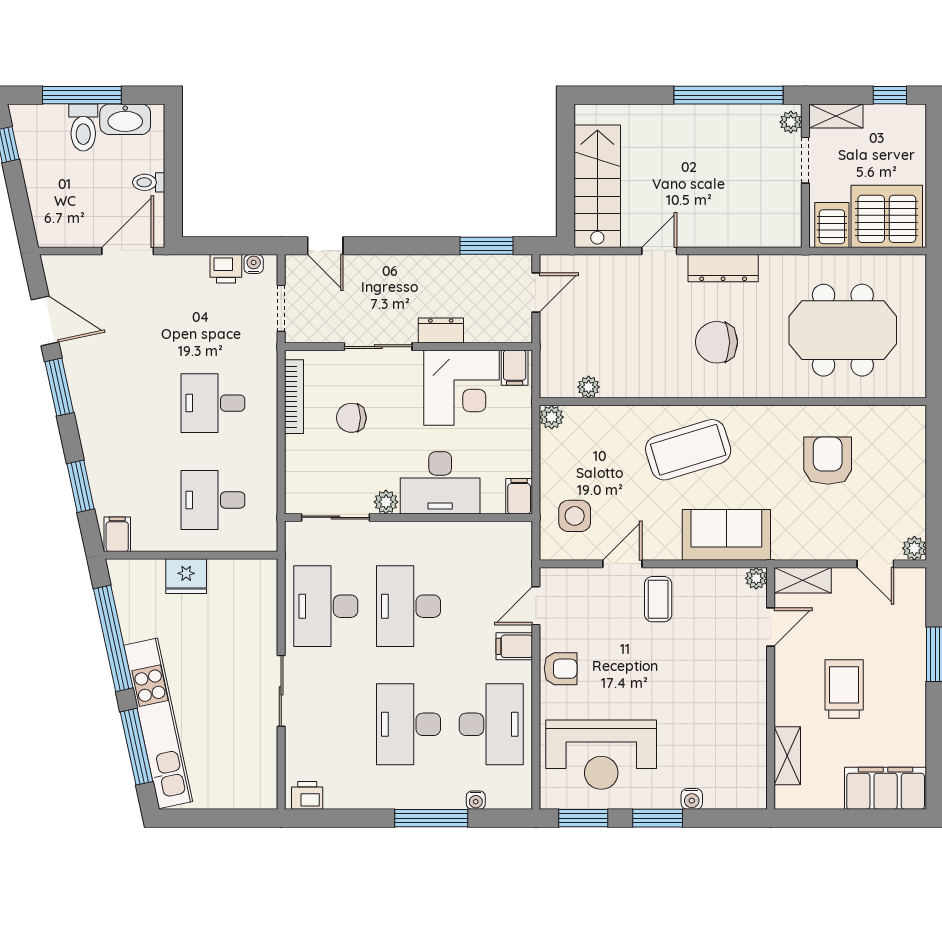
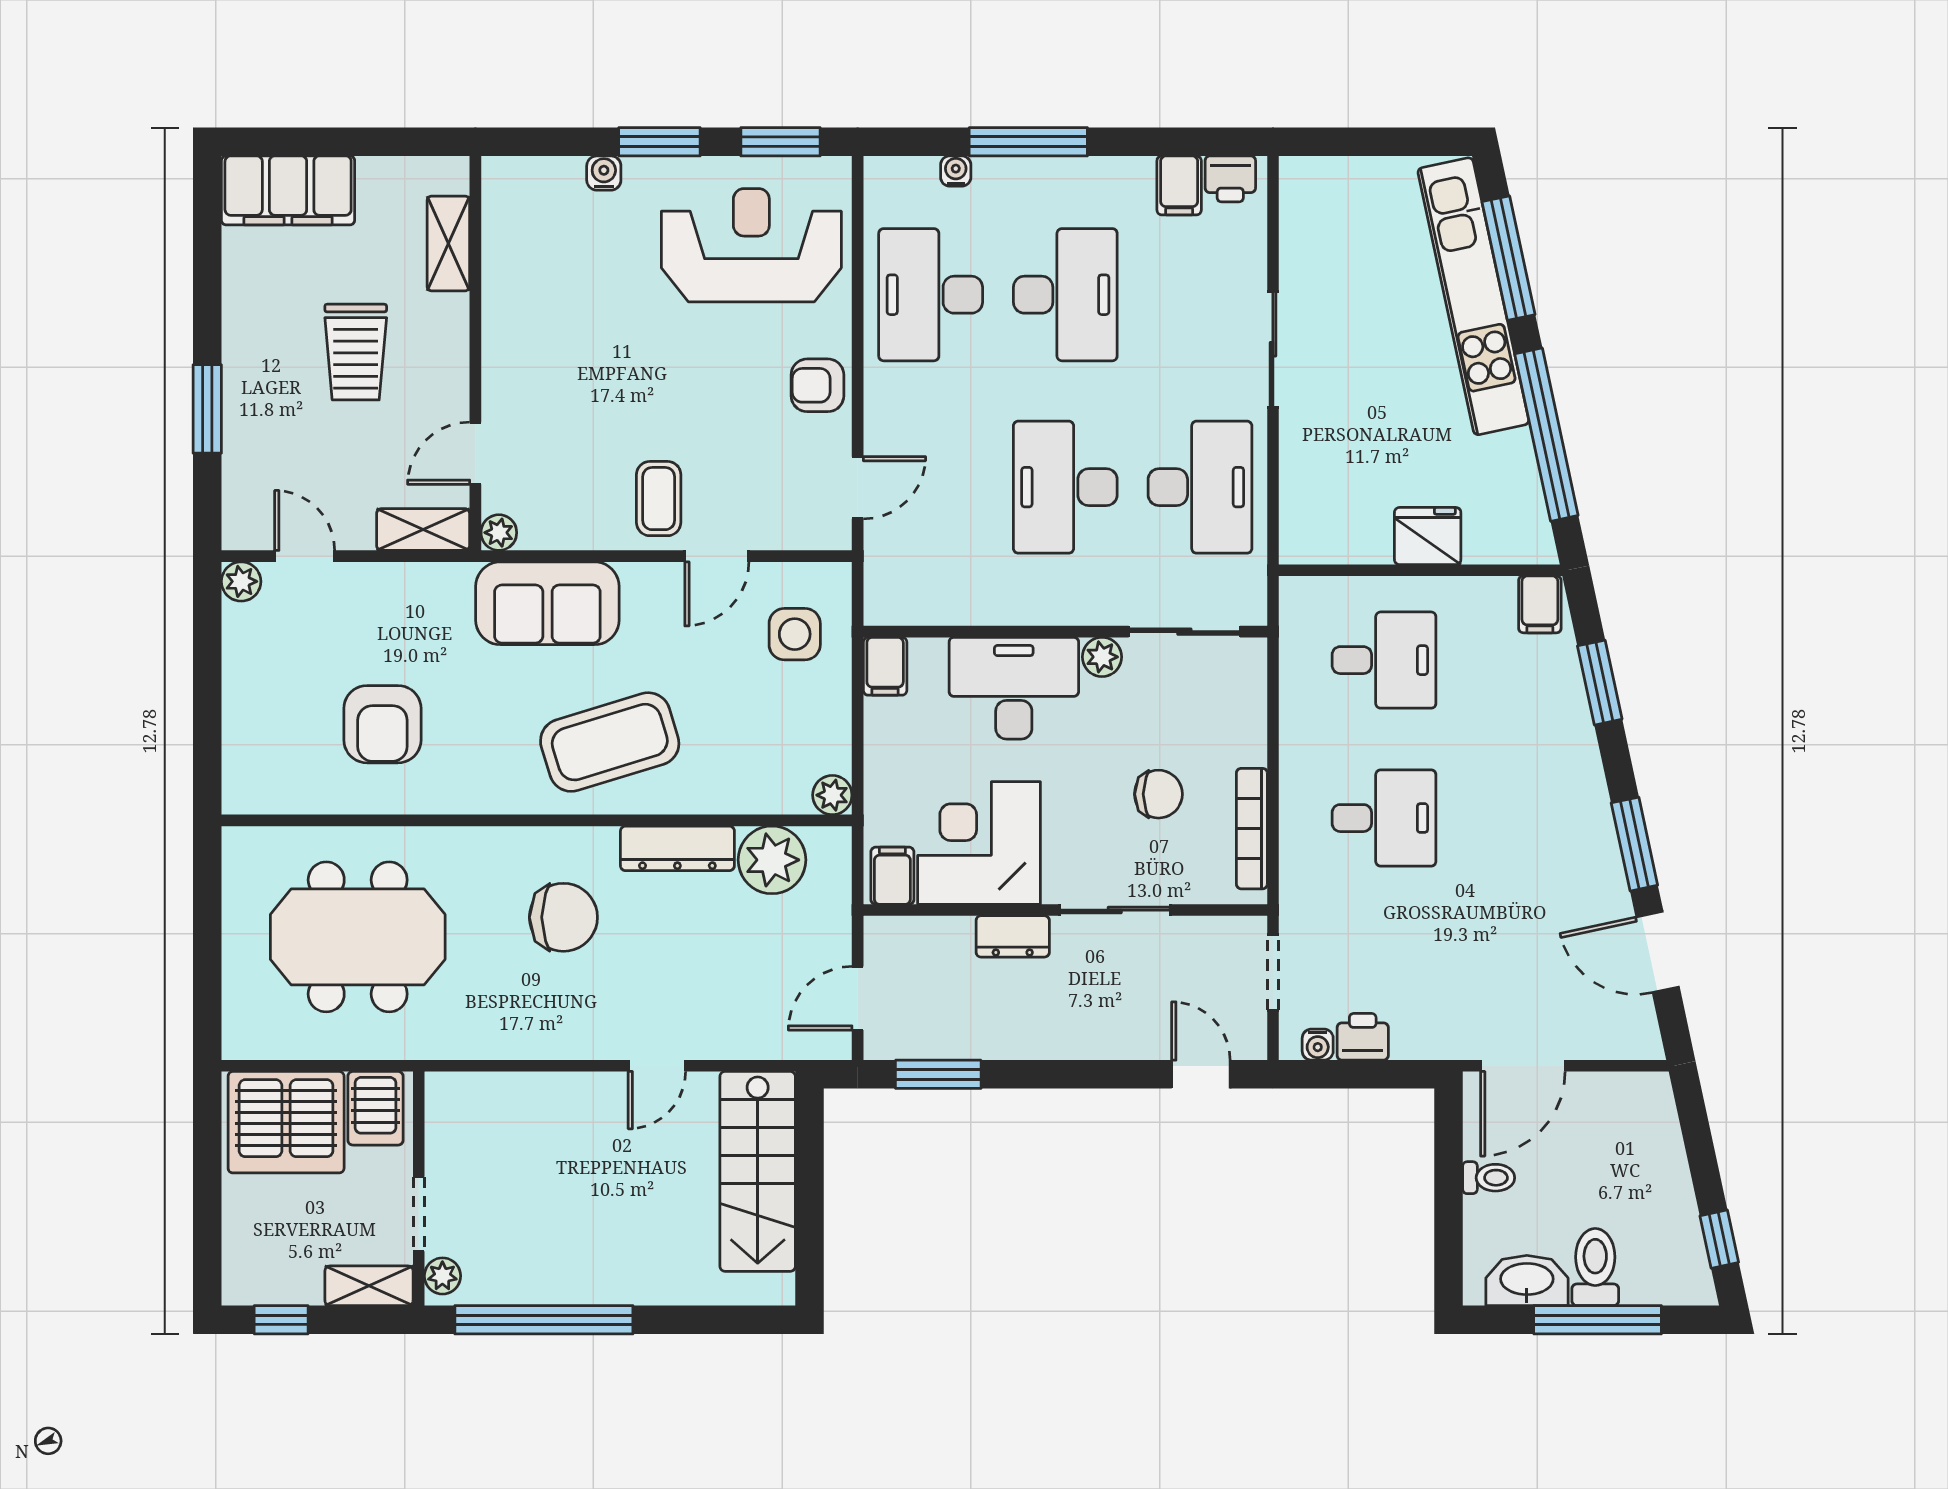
dresser: (723, 268) -> (677, 848), moved, turned 180
plant: (589, 387) -> (772, 860), width x1.87, depth x1.87
desk: (409, 606) -> (1065, 487), turned 180
filing cabinet: (514, 646) -> (1179, 185), moved, turned 90

